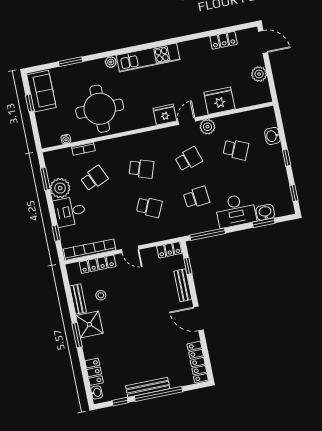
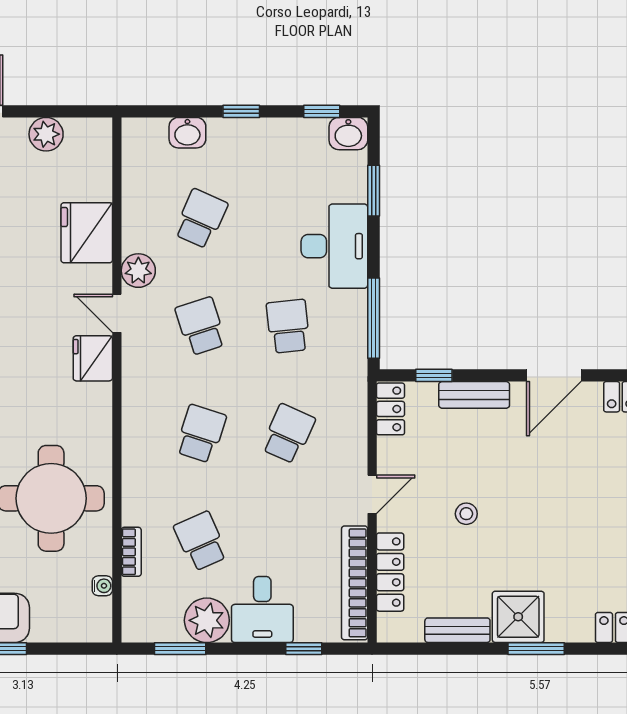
washbasin: (265, 212) -> (348, 134), moved, turned -90
stool: (101, 295) -> (466, 514), moved

